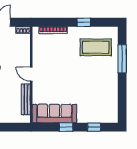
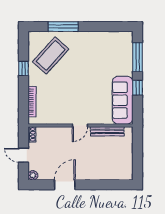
coffee table: (96, 47) -> (51, 55), turned 42
window: (94, 127) -> (137, 57), width x2.17

